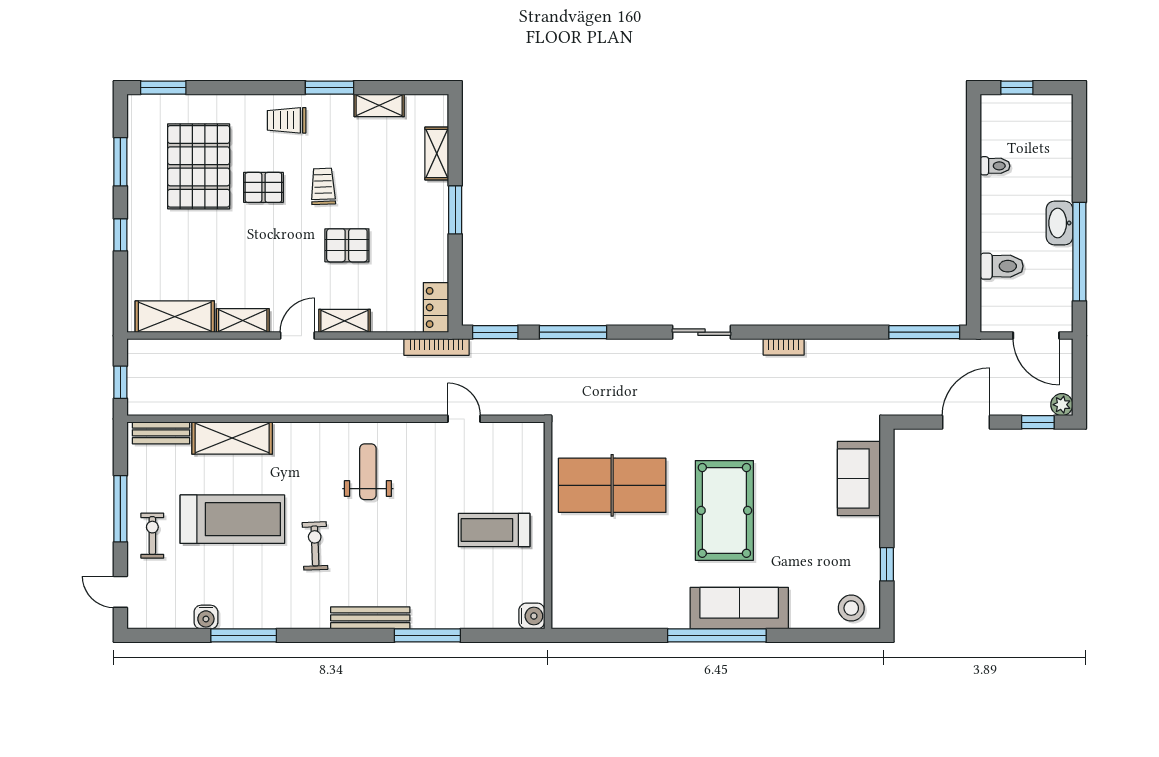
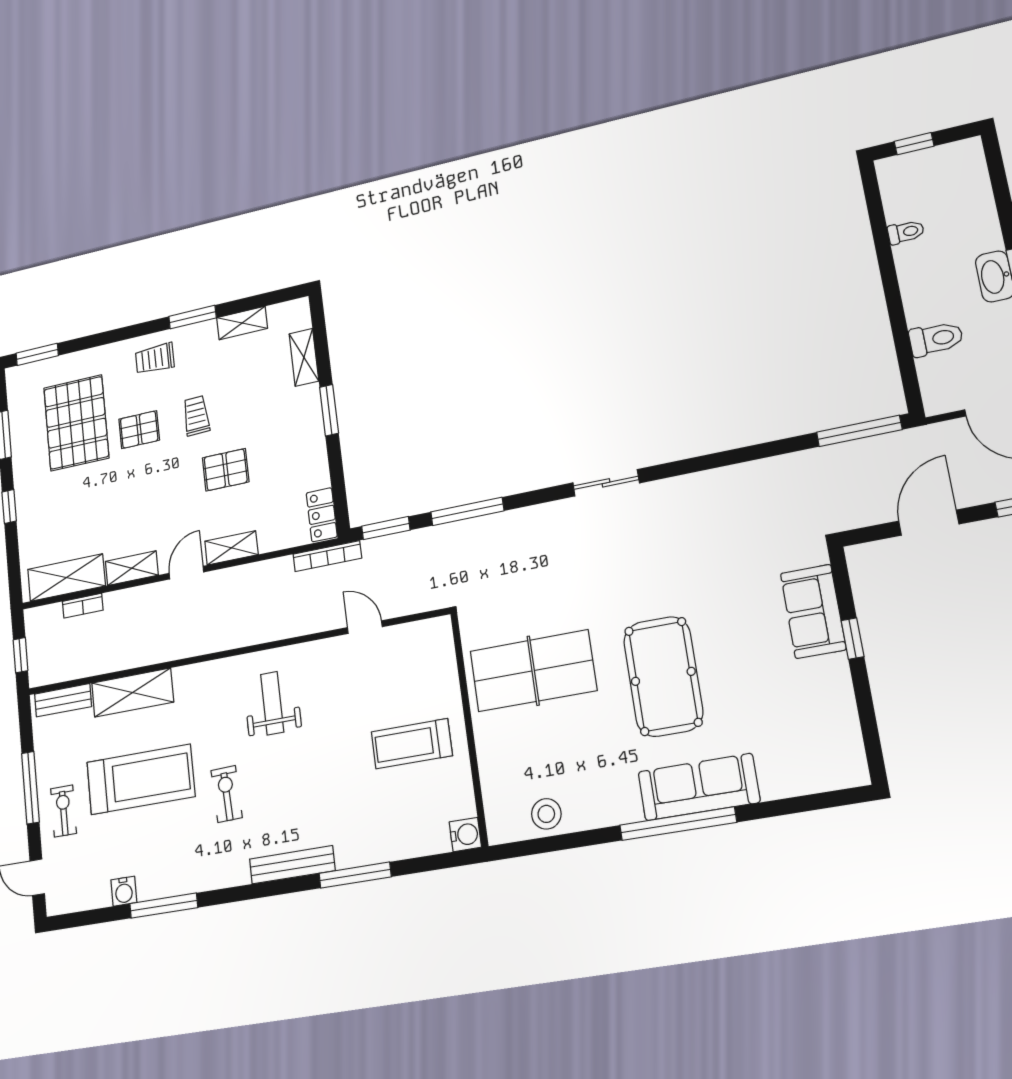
bookcase: (784, 347) -> (83, 606), moved
window: (887, 564) -> (853, 639), moved
stool: (851, 608) -> (546, 814), moved

